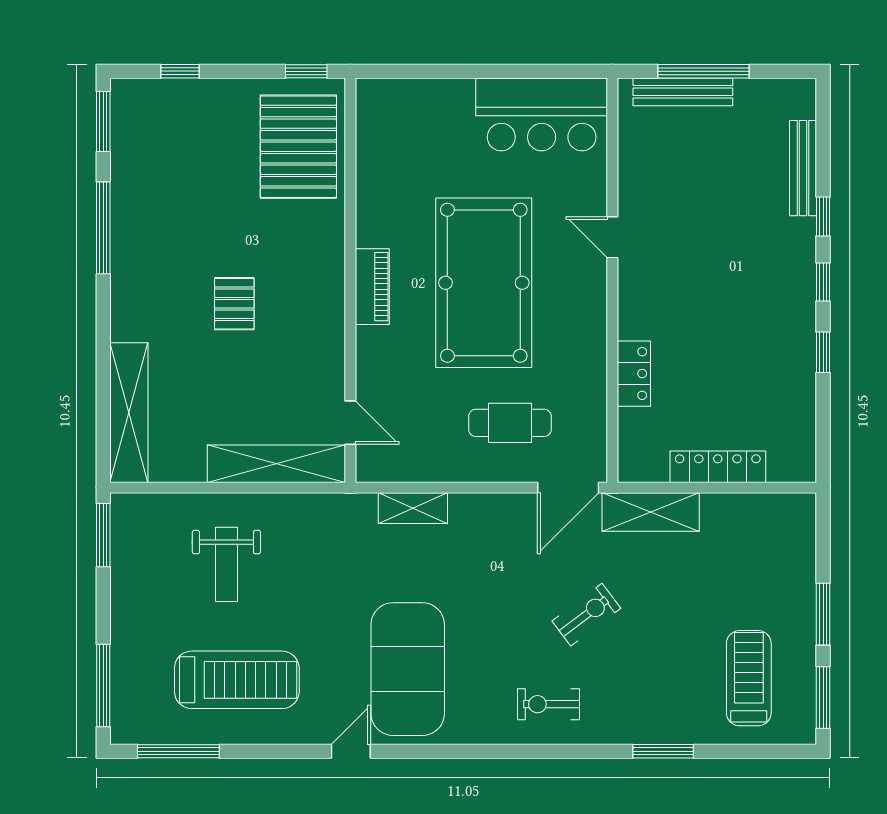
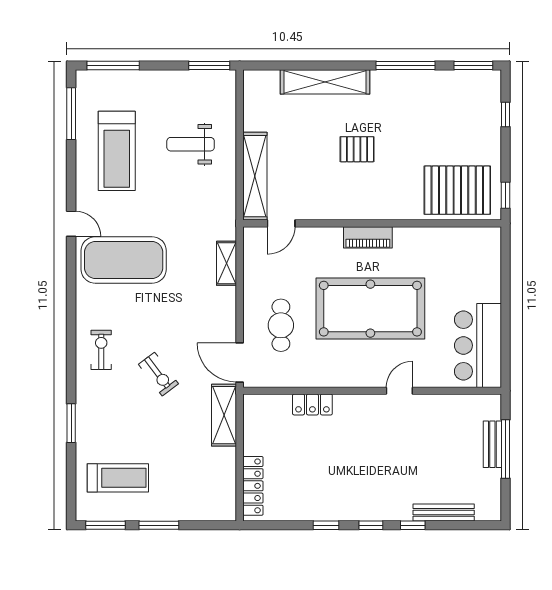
bench: (683, 92) -> (492, 444), width x0.73
shelving: (129, 413) -> (325, 82), moved
locker: (718, 467) -> (253, 486), moved

